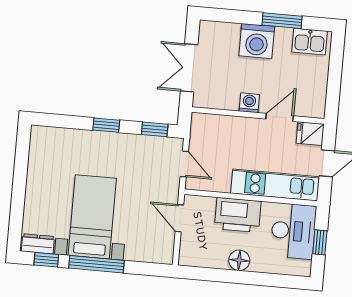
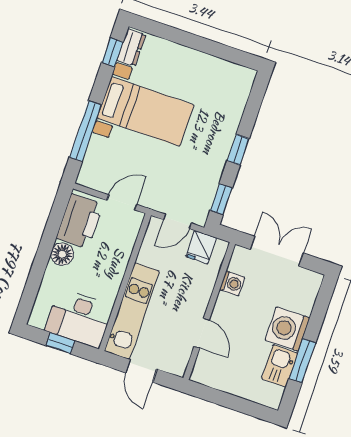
kitchen sink: (310, 42) -> (280, 366), moved
washing machine: (249, 103) -> (232, 283), moved
fridge: (310, 134) -> (201, 247), moved, turned 180
printer: (238, 215) -> (80, 221), moved, turned 180
window: (96, 264) -> (85, 131), moved

